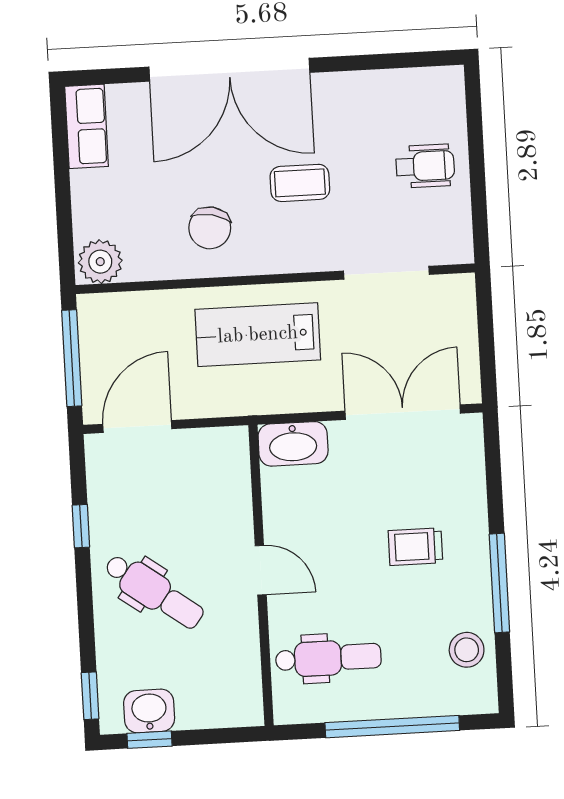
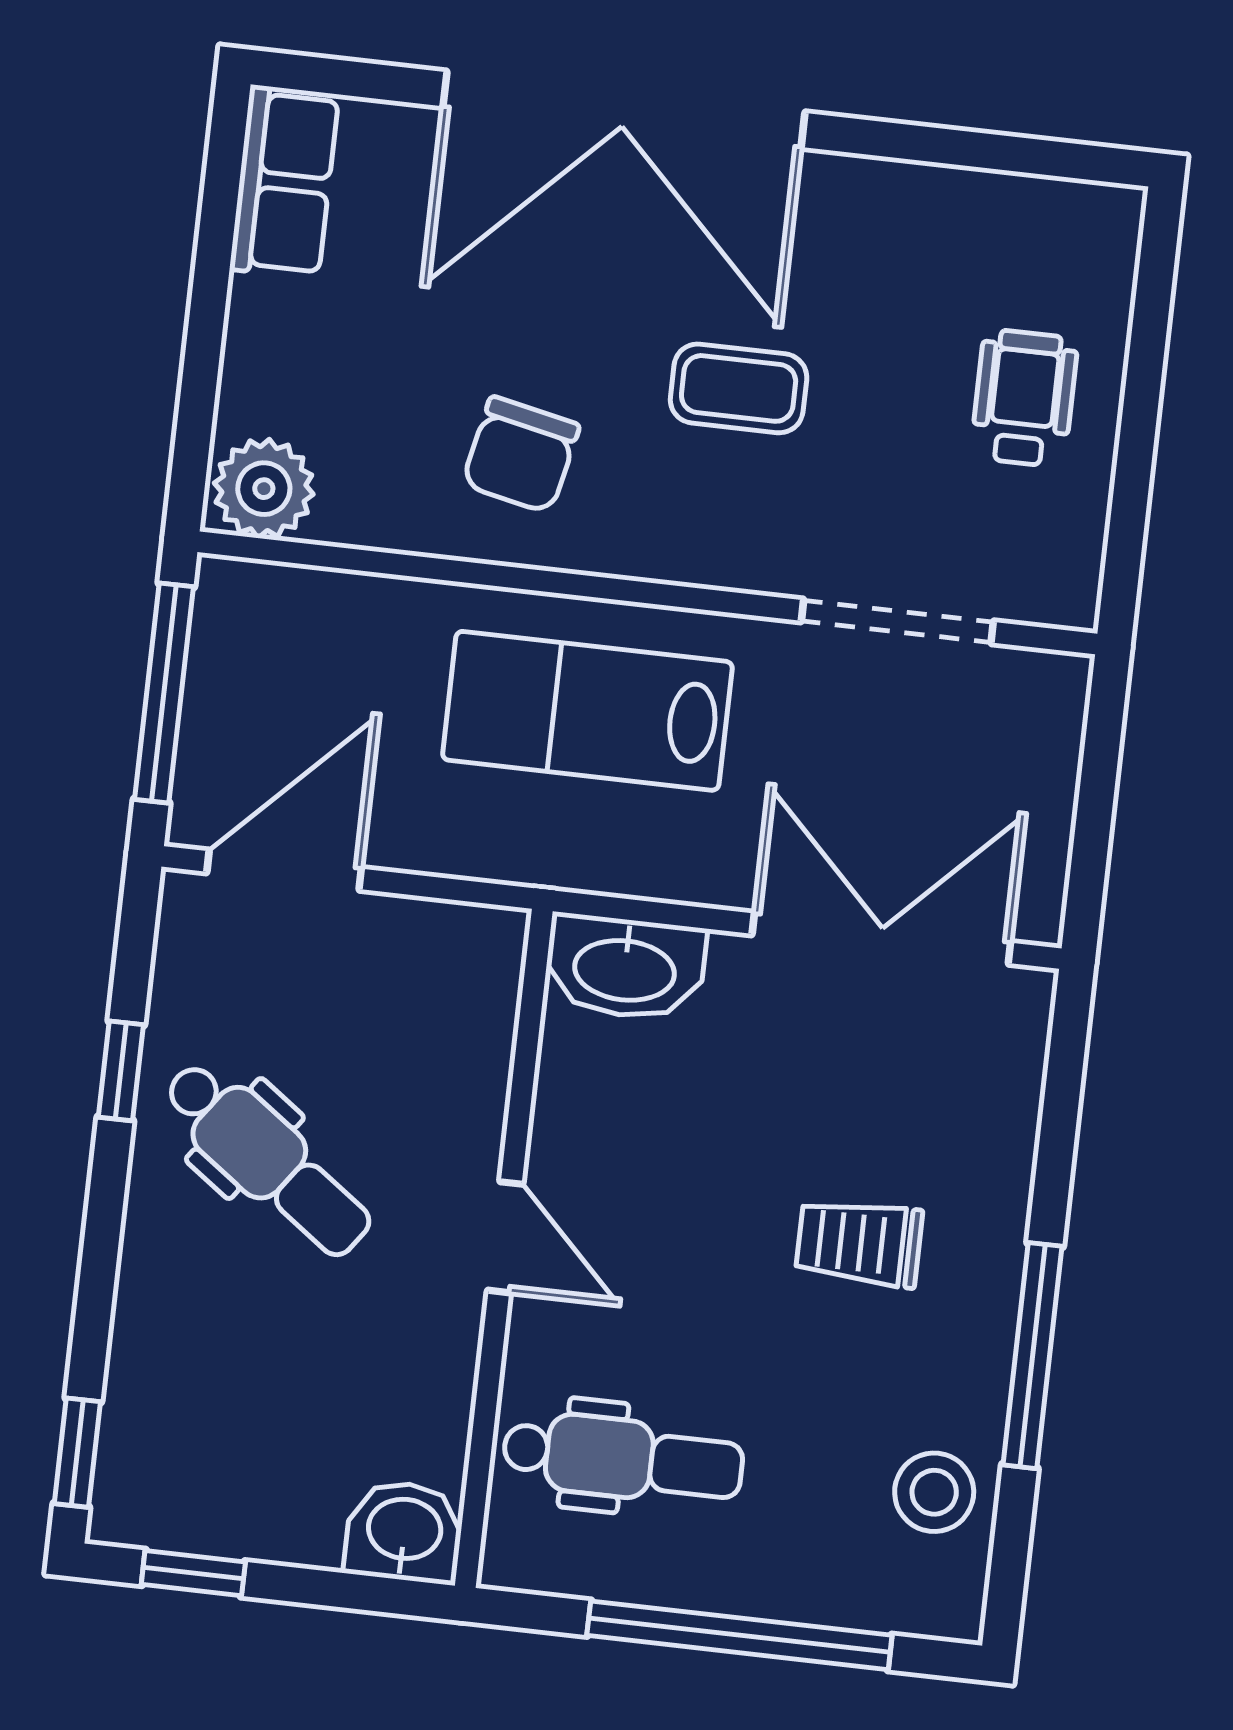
wheelchair: (425, 166) -> (1024, 398), turned -90
dental chair: (154, 591) -> (267, 1159), moved
washbasin: (149, 711) -> (404, 1532), moved

